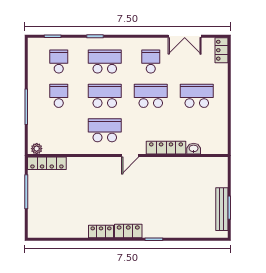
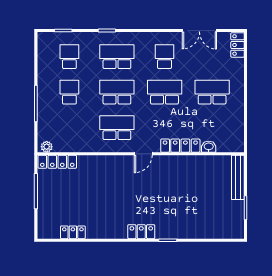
bench: (222, 209) -> (238, 177), moved
locker: (101, 232) -> (73, 232), moved

